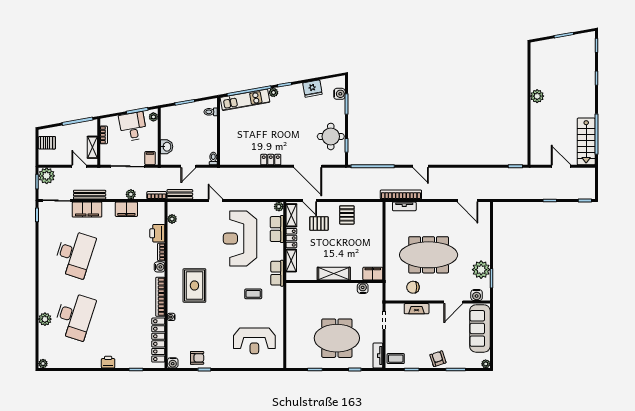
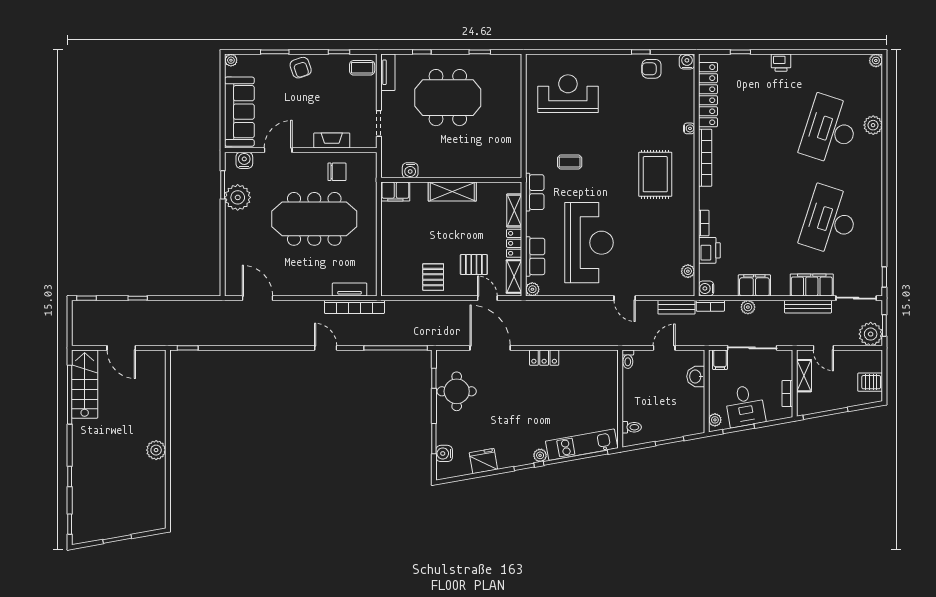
water cooler: (160, 267) -> (706, 288), moved

